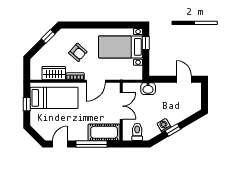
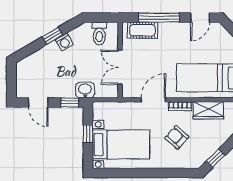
window: (146, 43) -> (88, 134), moved
window: (160, 79) -> (70, 102), added
cot: (104, 132) -> (143, 30), width x0.73, depth x0.75

